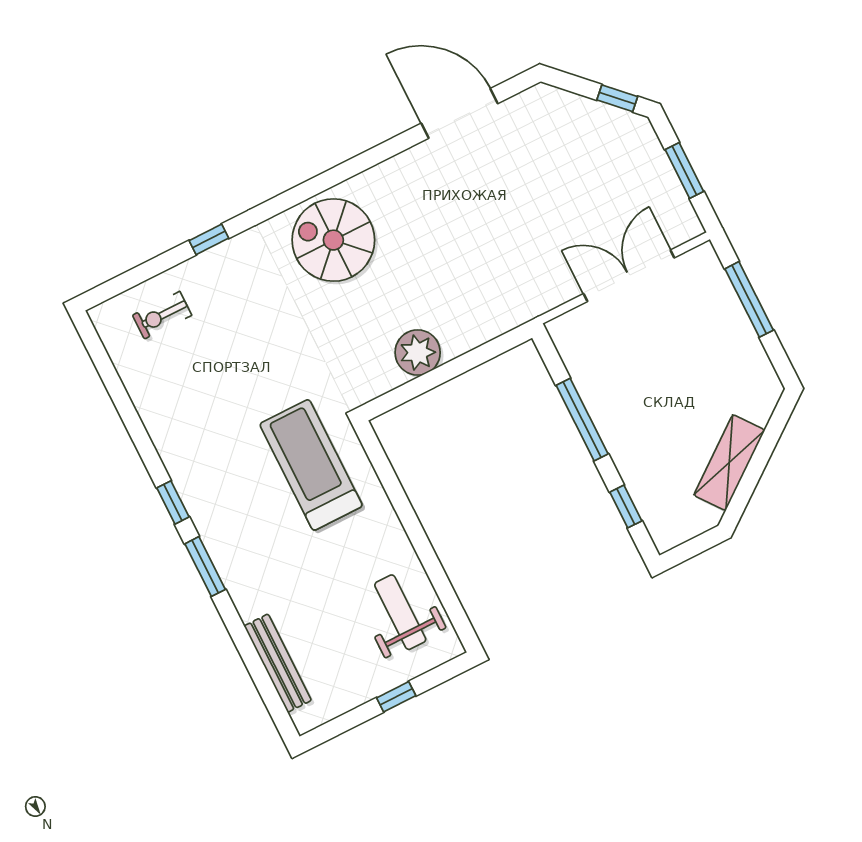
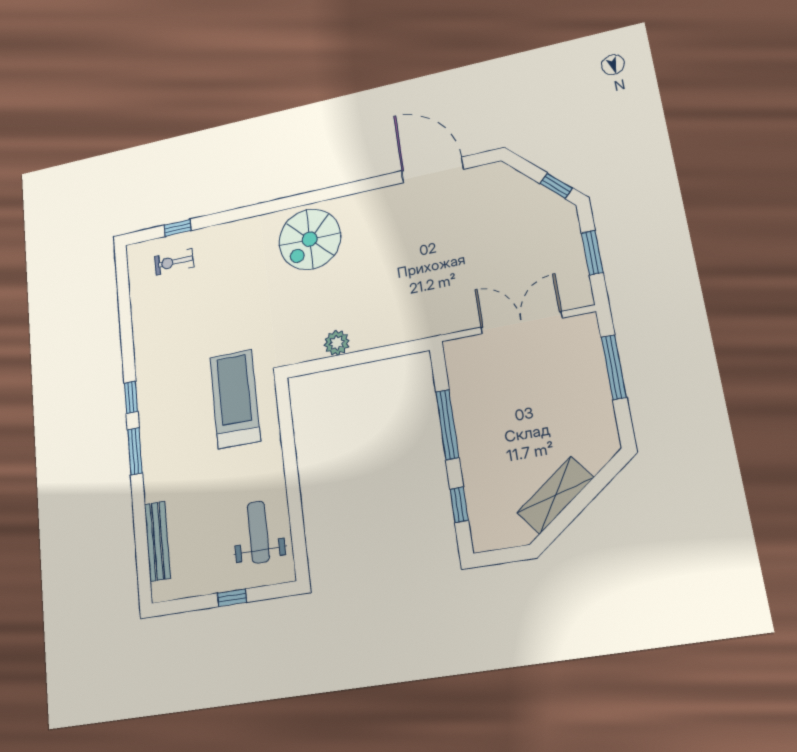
window: (209, 239) -> (178, 228), moved
spiral stairs: (333, 240) -> (310, 239), turned -90
plant: (418, 352) -> (337, 343), width x0.73, depth x0.73

